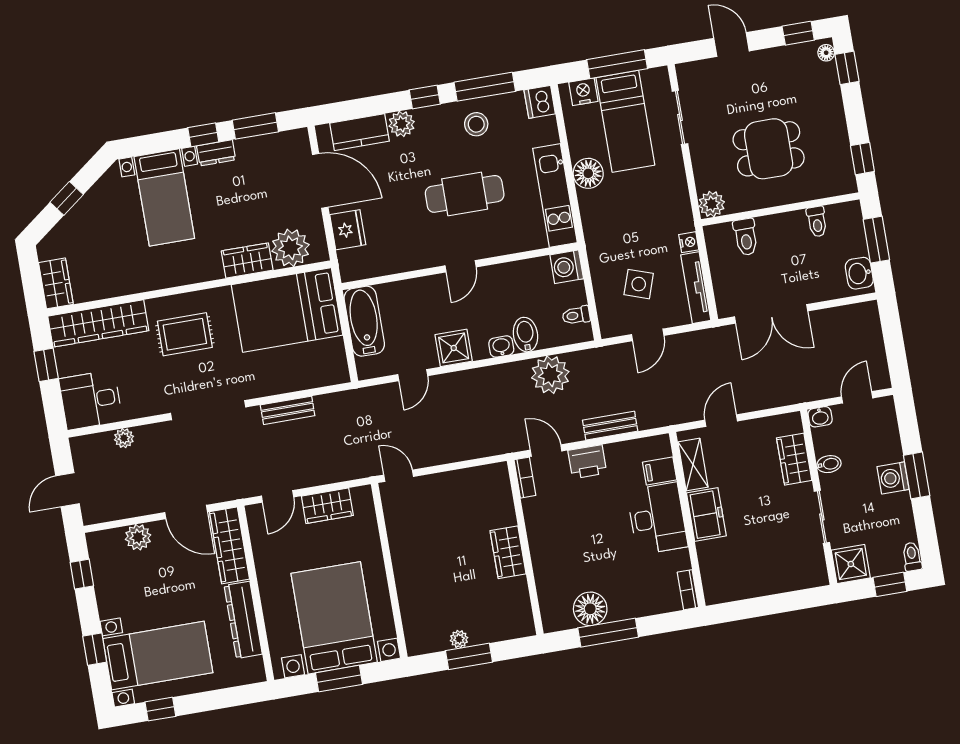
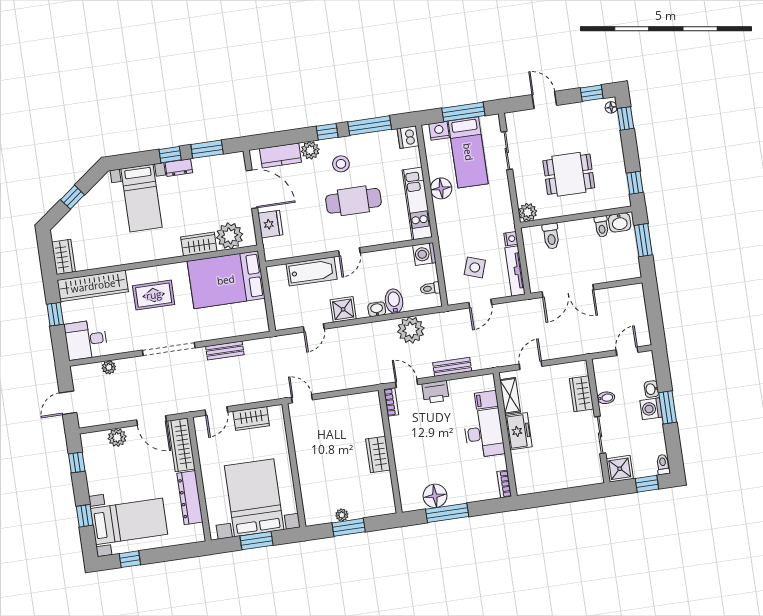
stool: (476, 124) -> (341, 164), moved
washbasin: (859, 273) -> (620, 222), moved, turned -90
bathtub: (364, 321) -> (312, 271), moved, turned 90
washbasin: (820, 417) -> (651, 389), moved, turned 90

